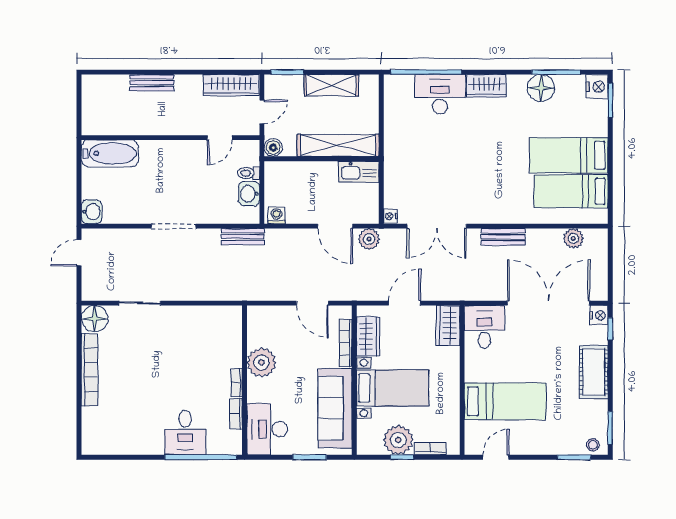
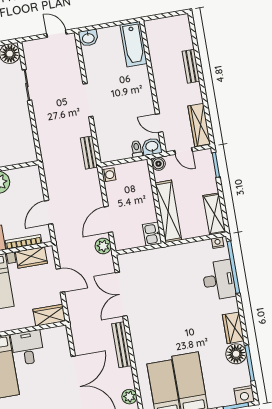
shelving: (331, 85) -> (214, 214), moved
wardrobe: (486, 86) -> (233, 328), moved
kitchen sink: (359, 172) -> (152, 234), width x0.73
washbasin: (249, 194) -> (152, 147), moved
nightstand: (390, 216) -> (218, 243), moved
bench: (503, 237) -> (122, 345), width x1.36
desk: (484, 327) -> (28, 348), moved, turned -90

